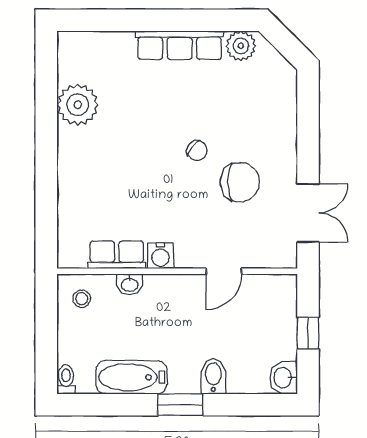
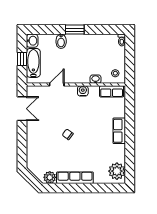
plant: (78, 105) -> (117, 171), moved
row of seats: (72, 159) -> (119, 131), added
chair: (240, 182) -> (50, 121), removed
double door: (308, 213) -> (22, 109), swing flipped
row of seats: (117, 255) -> (112, 91), moved
bathtub: (131, 377) -> (33, 63), moved, turned -90

